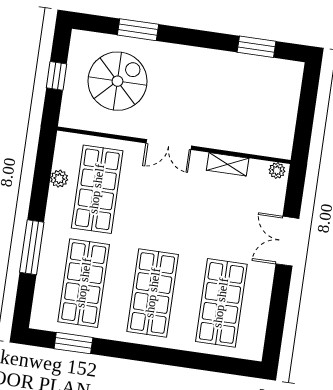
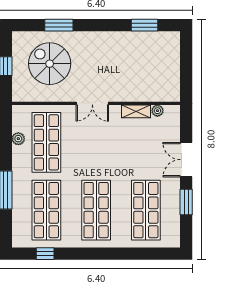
spiral stairs: (117, 81) -> (50, 64), turned -90
plant: (277, 170) -> (157, 111), moved
window: (279, 300) -> (186, 202), added
window: (73, 343) -> (45, 254), width x0.67

